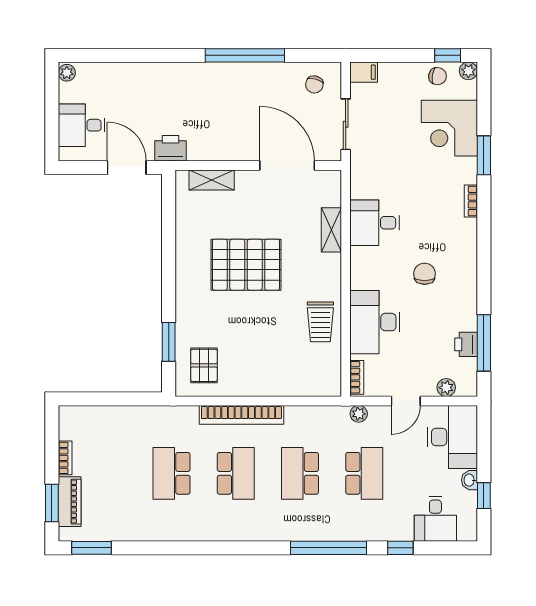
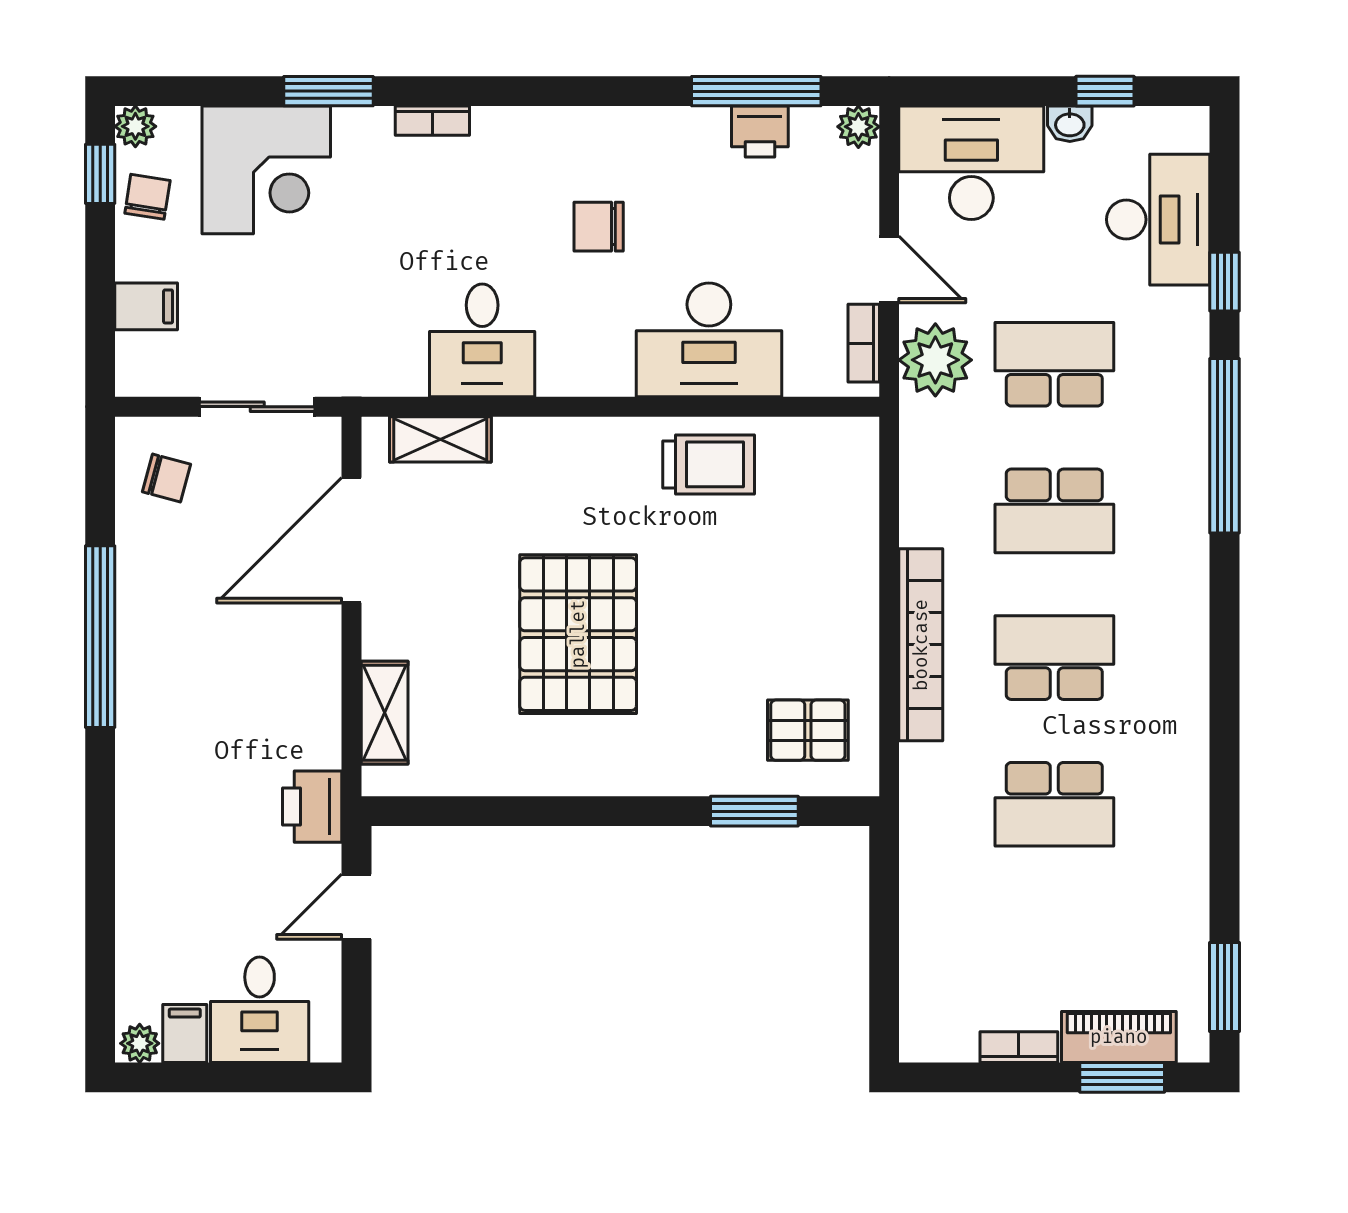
filing cabinet: (364, 72) -> (146, 306), moved, turned 90
filing cabinet: (71, 92) -> (185, 1033), added
door: (127, 168) -> (357, 907), width x0.73
shelving: (331, 230) -> (440, 439), moved
bookcase: (357, 377) -> (864, 343), moved, turned -90
plant: (446, 388) -> (858, 127), moved
plant: (359, 414) -> (935, 360), width x1.88, depth x1.88
desk: (435, 519) -> (1158, 220), width x1.37

